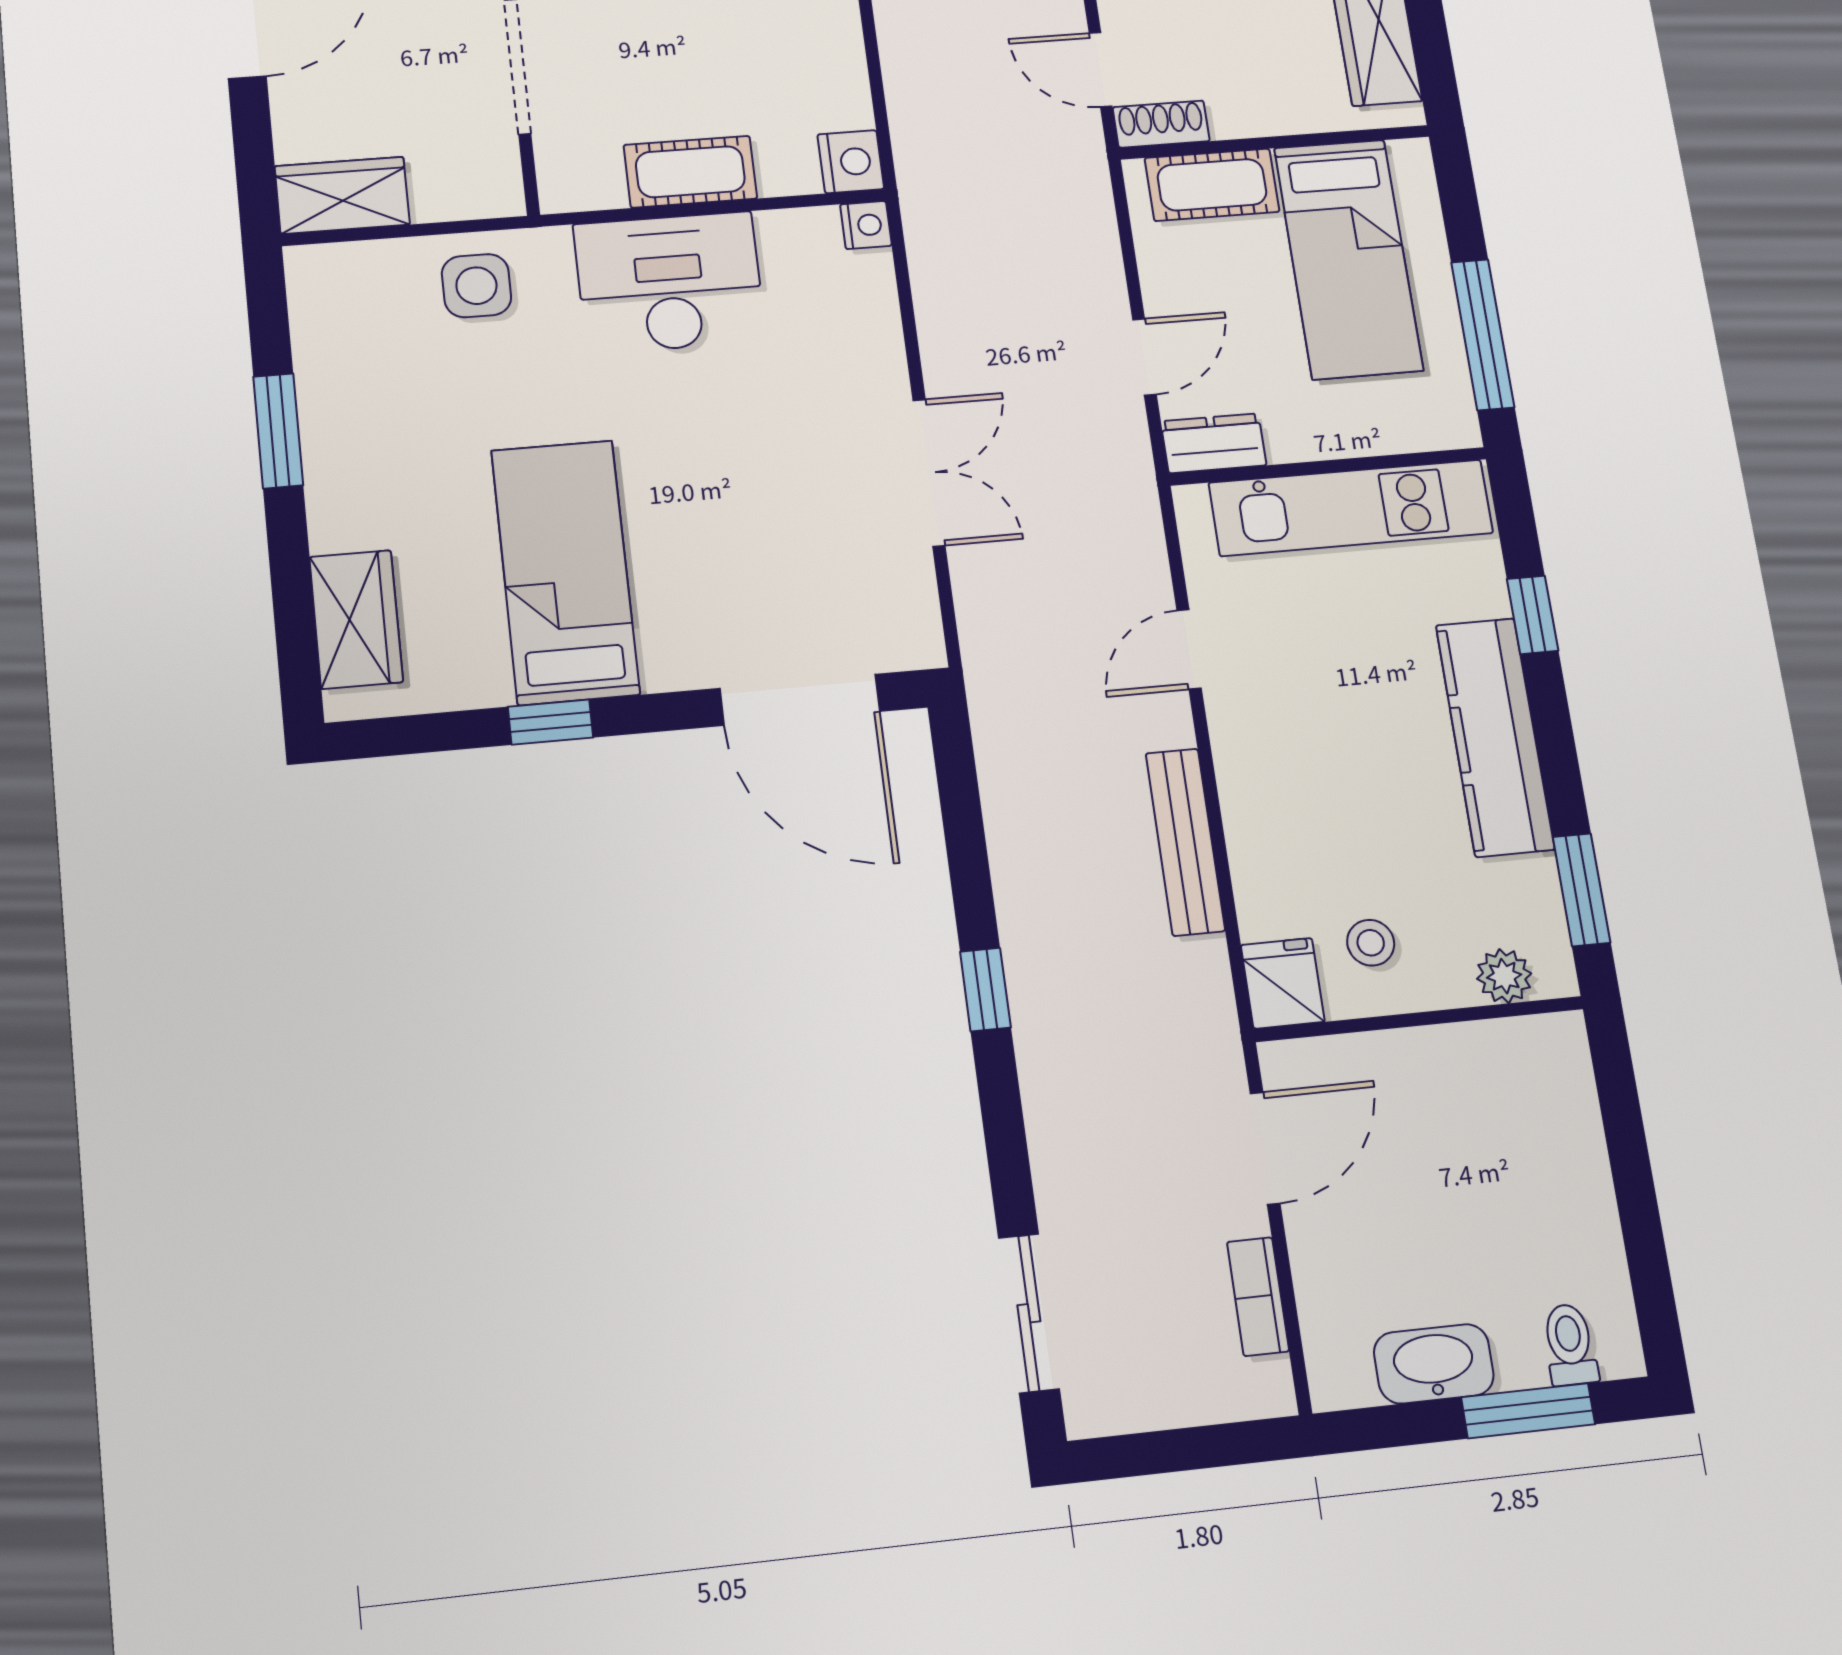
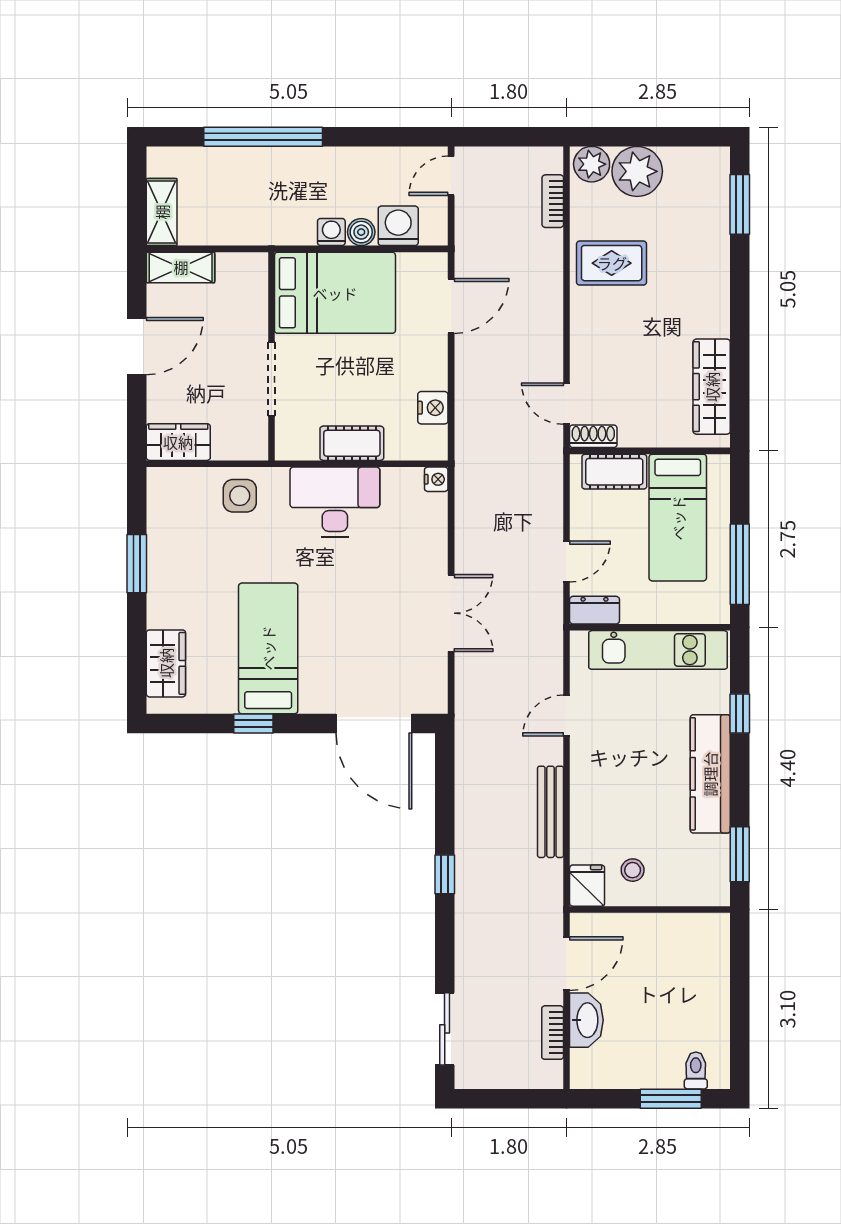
nightstand: (851, 162) -> (433, 408), moved
plant: (1504, 976) -> (695, 893), removed
washbasin: (1434, 1364) -> (586, 1020), moved, turned 90

